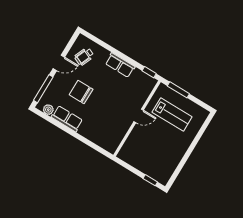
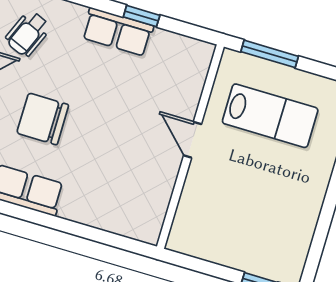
window: (149, 72) -> (142, 16), moved
door: (139, 116) -> (193, 140), swing flipped

